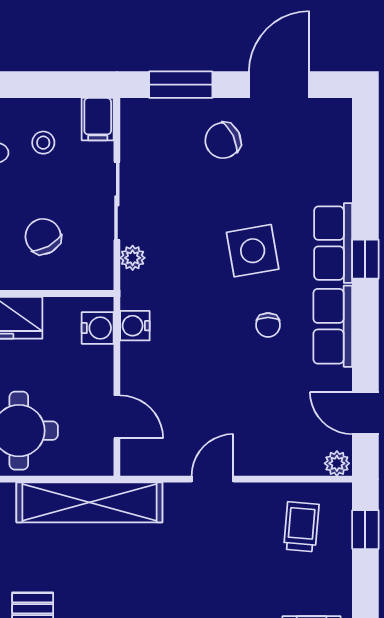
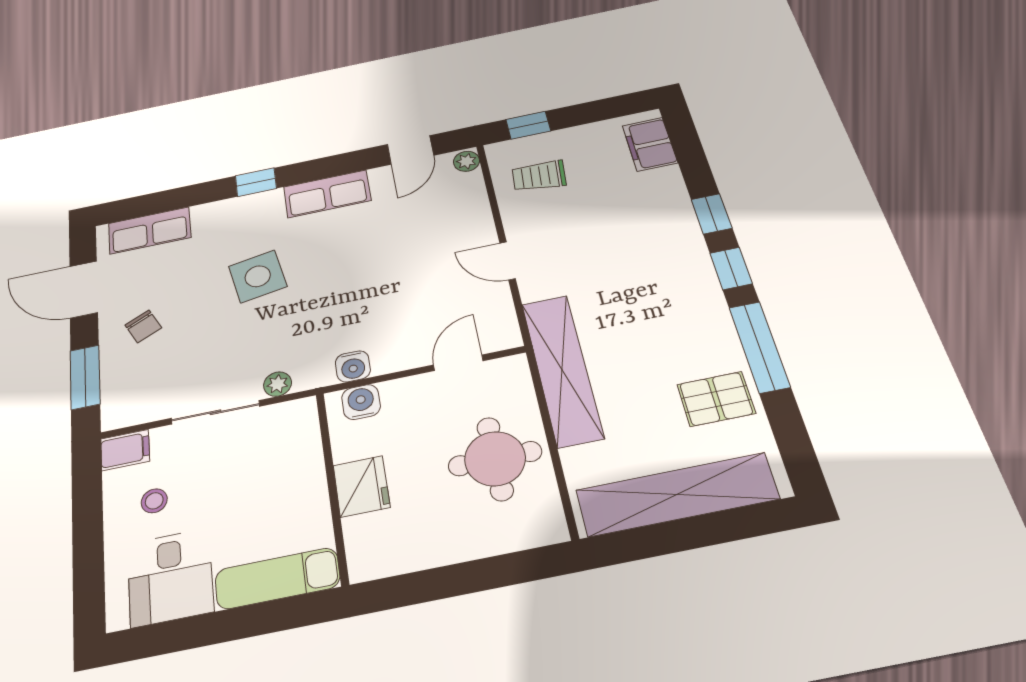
chair: (223, 140) -> (143, 326), width x0.73, depth x0.73
chair: (43, 236) -> (263, 479), removed
row of seats: (333, 243) -> (150, 230), moved
chair: (268, 325) -> (334, 247), removed

